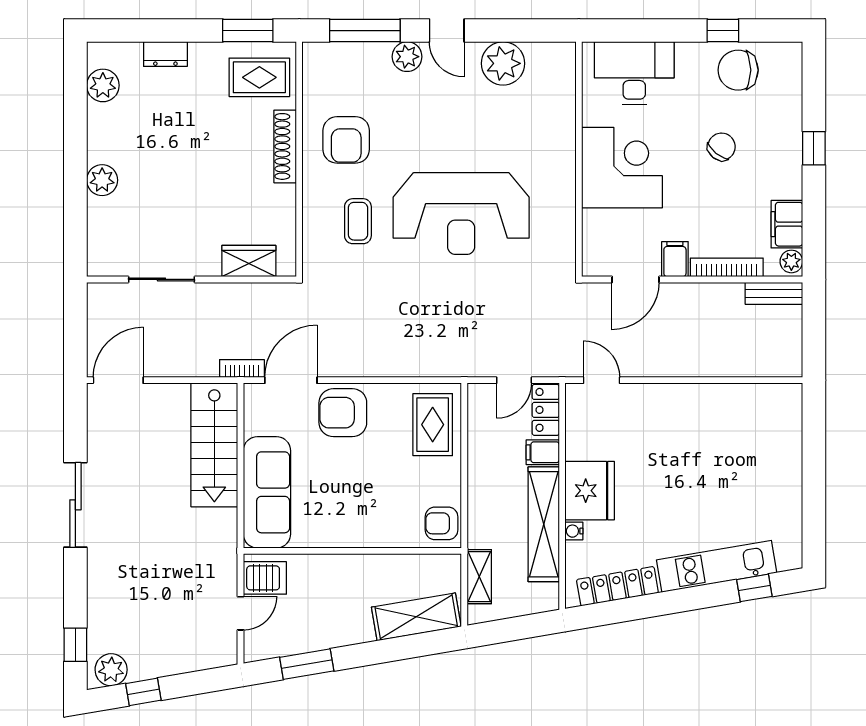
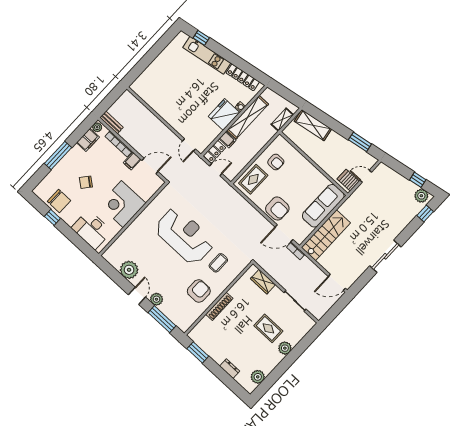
rug: (259, 77) -> (268, 328), moved
window: (814, 148) -> (58, 155), width x2.17
armchair: (442, 523) -> (276, 162), moved

